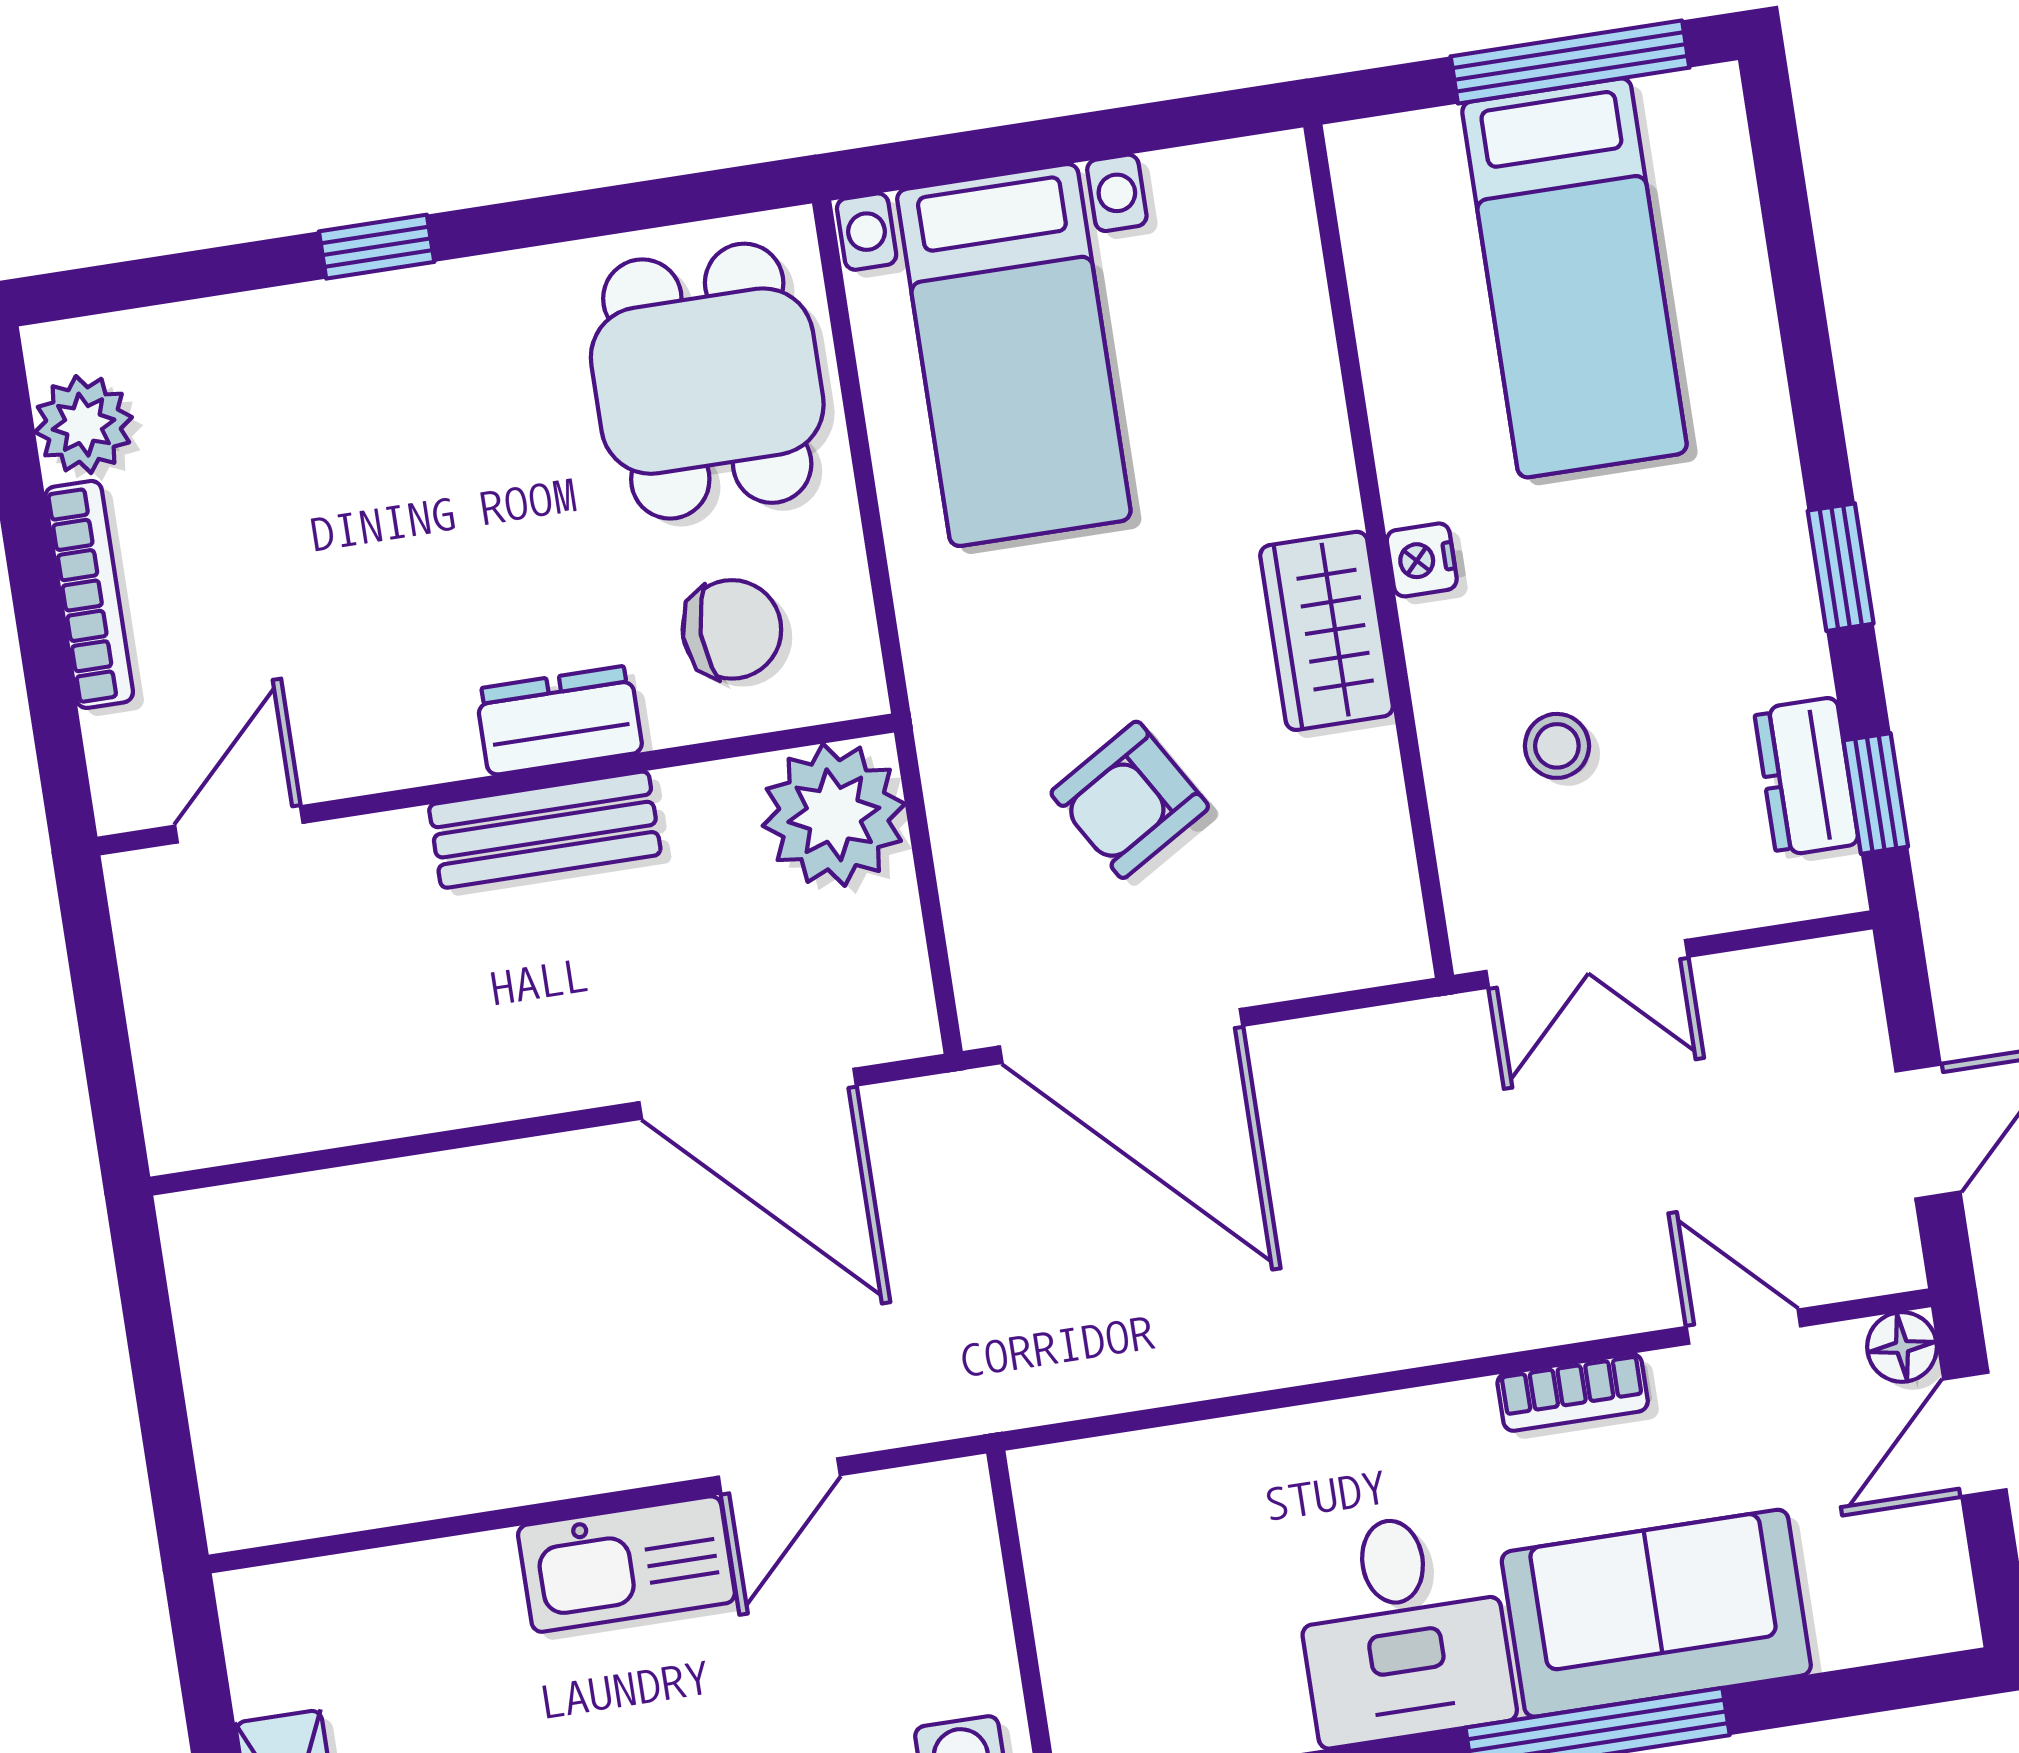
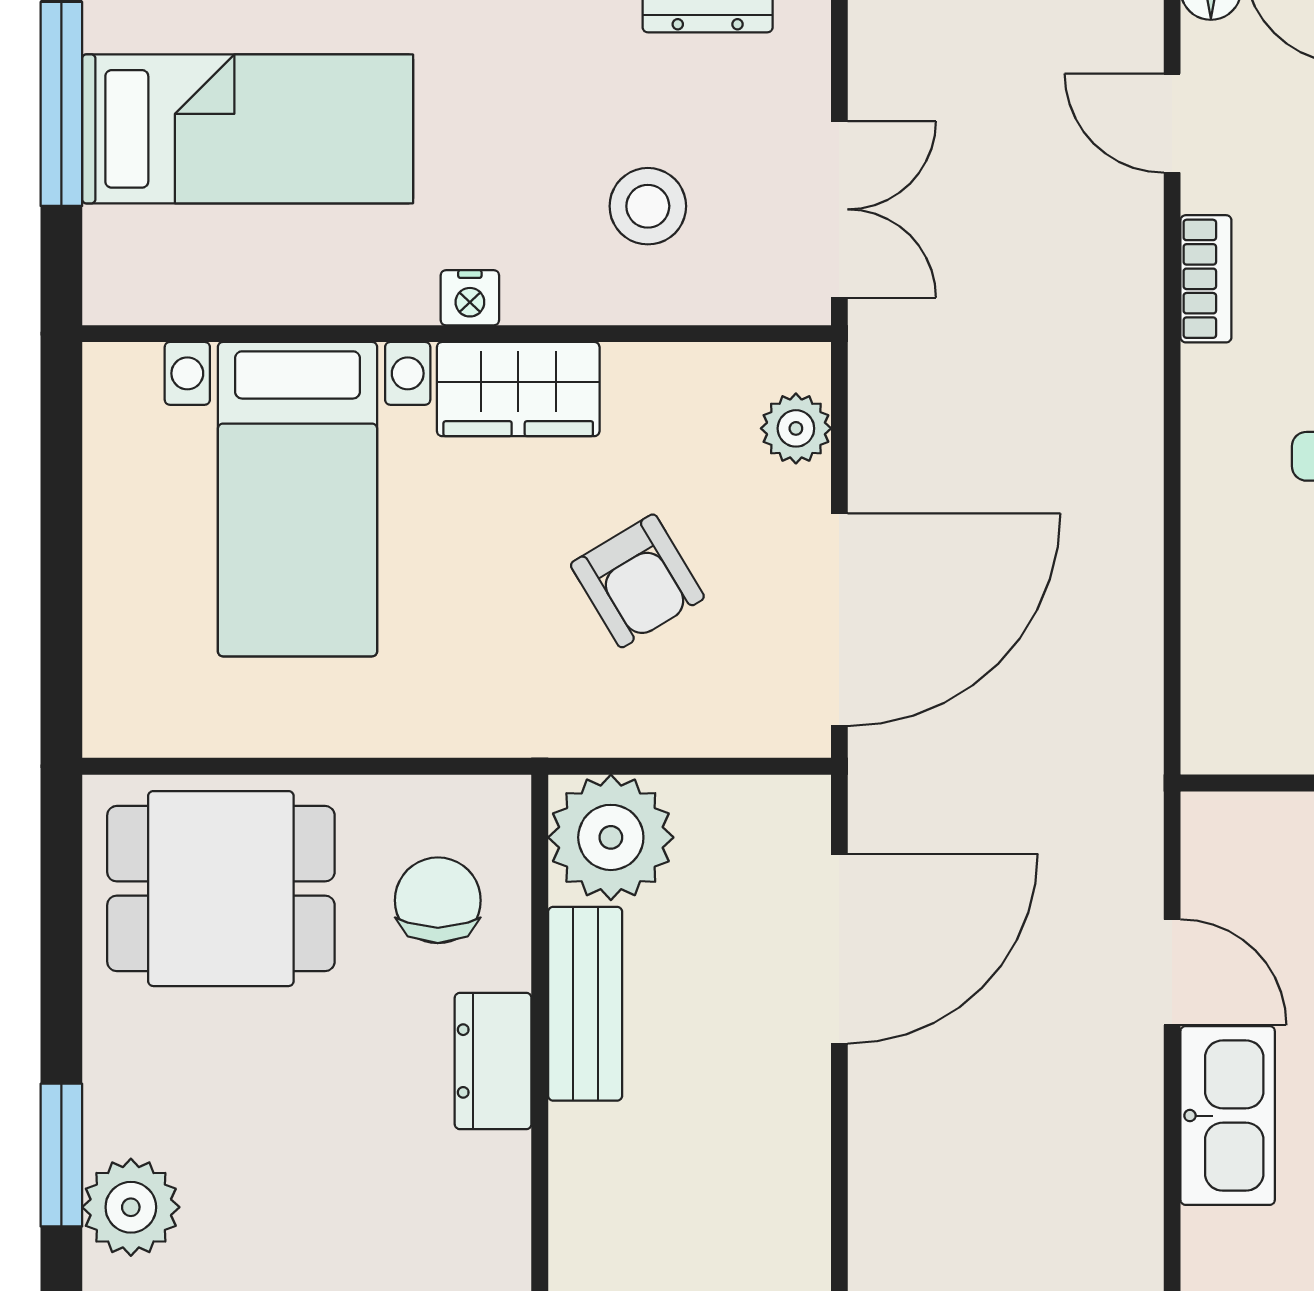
window: (377, 247) -> (61, 1155), width x1.50
plant: (329, 335) -> (131, 1207), added
bed with nightstands: (1014, 355) -> (297, 499), moved, turned 90
stool: (1557, 746) -> (648, 206), width x1.37, depth x1.37
bench: (545, 830) -> (585, 1004), moved
plant: (1331, 953) -> (796, 428), added
door: (1743, 1327) -> (1172, 123), hinge flipped

